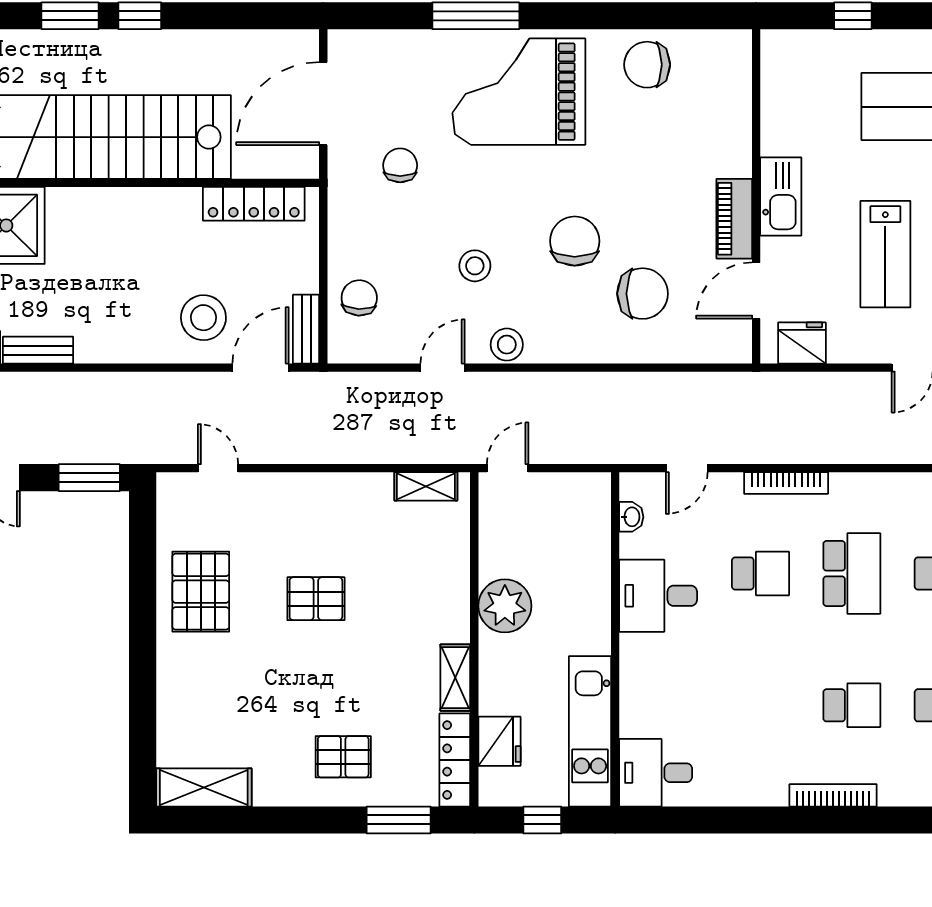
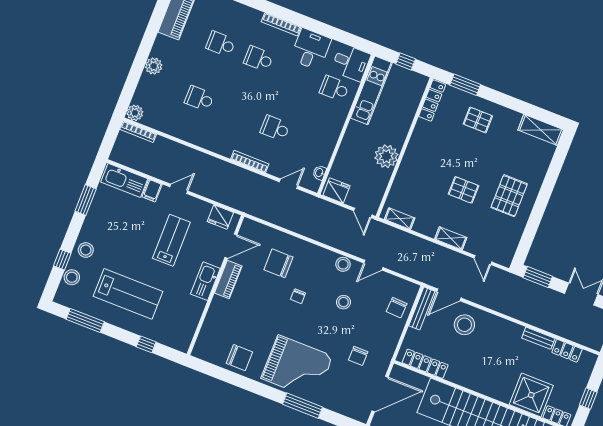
chair: (575, 241) -> (298, 296), width x0.54, depth x0.54
bench: (306, 329) -> (422, 308), width x1.36
door: (508, 468) -> (363, 213), hinge flipped
school desk: (852, 573) -> (334, 88), moved, width x0.54
pallet: (201, 592) -> (509, 196), moved
desk: (658, 596) -> (311, 49), moved, turned -90
shelving: (455, 678) -> (451, 238), moved, turned 90
fridge: (499, 741) -> (336, 190), moved, turned 90

